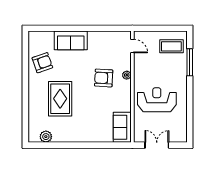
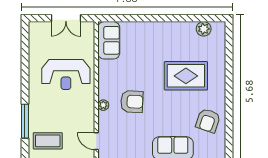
armchair: (42, 63) -> (208, 121), turned -52
rug: (60, 99) -> (186, 76), turned 90

